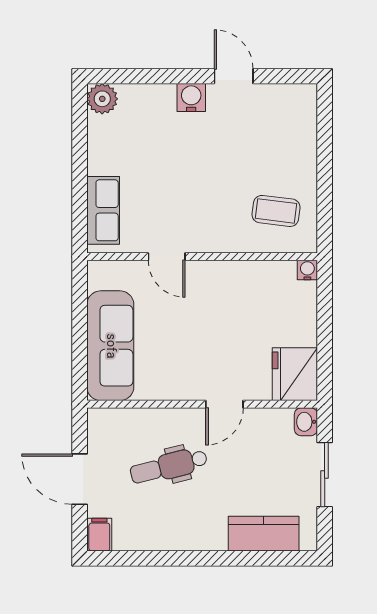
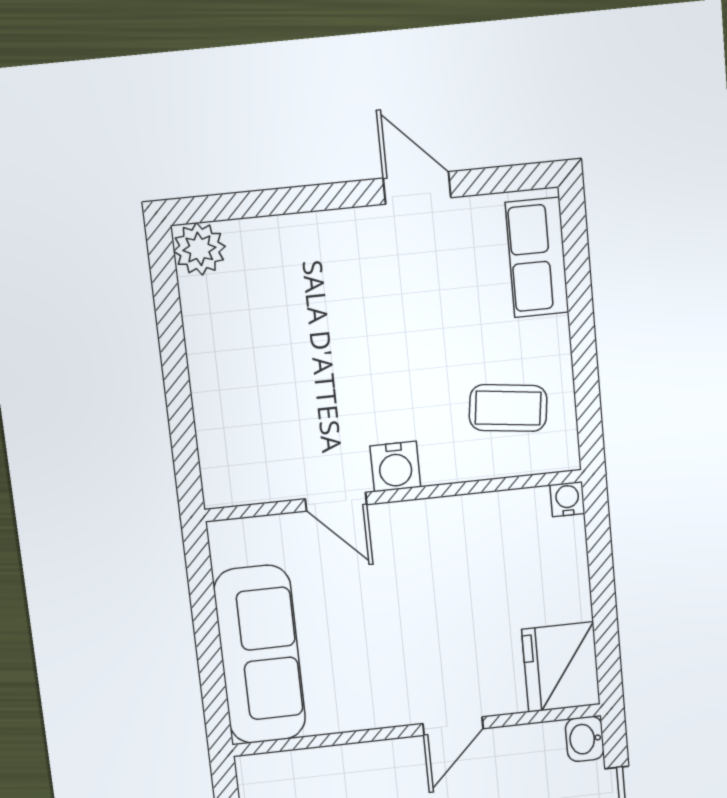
water cooler: (191, 98) -> (395, 466), moved, turned 180
row of seats: (103, 210) -> (537, 257), moved, turned 180

